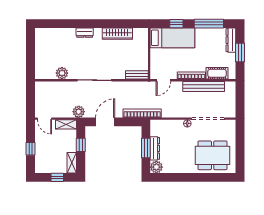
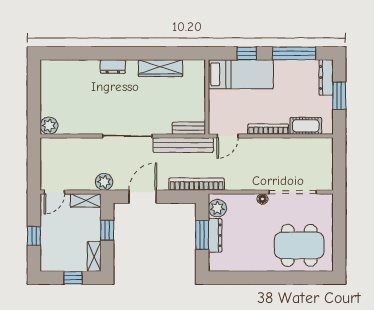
plant: (62, 73) -> (49, 126), moved
bench: (204, 86) -> (183, 145), moved
door: (45, 119) -> (54, 192), hinge flipped
plant: (156, 167) -> (217, 208), moved

